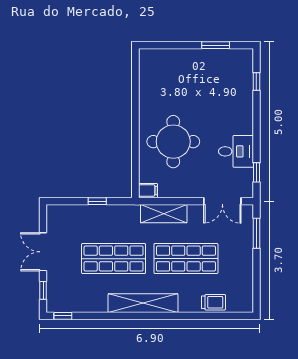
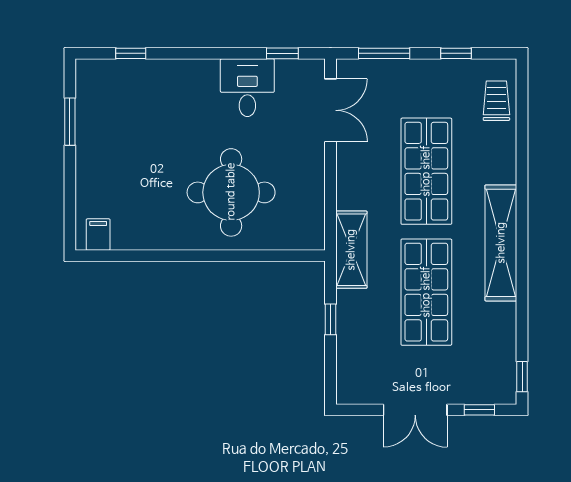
filing cabinet: (148, 190) -> (98, 235), moved
shelving: (164, 214) -> (351, 250), moved
window: (256, 276) -> (456, 53), added
trolley: (214, 302) -> (496, 101), moved

